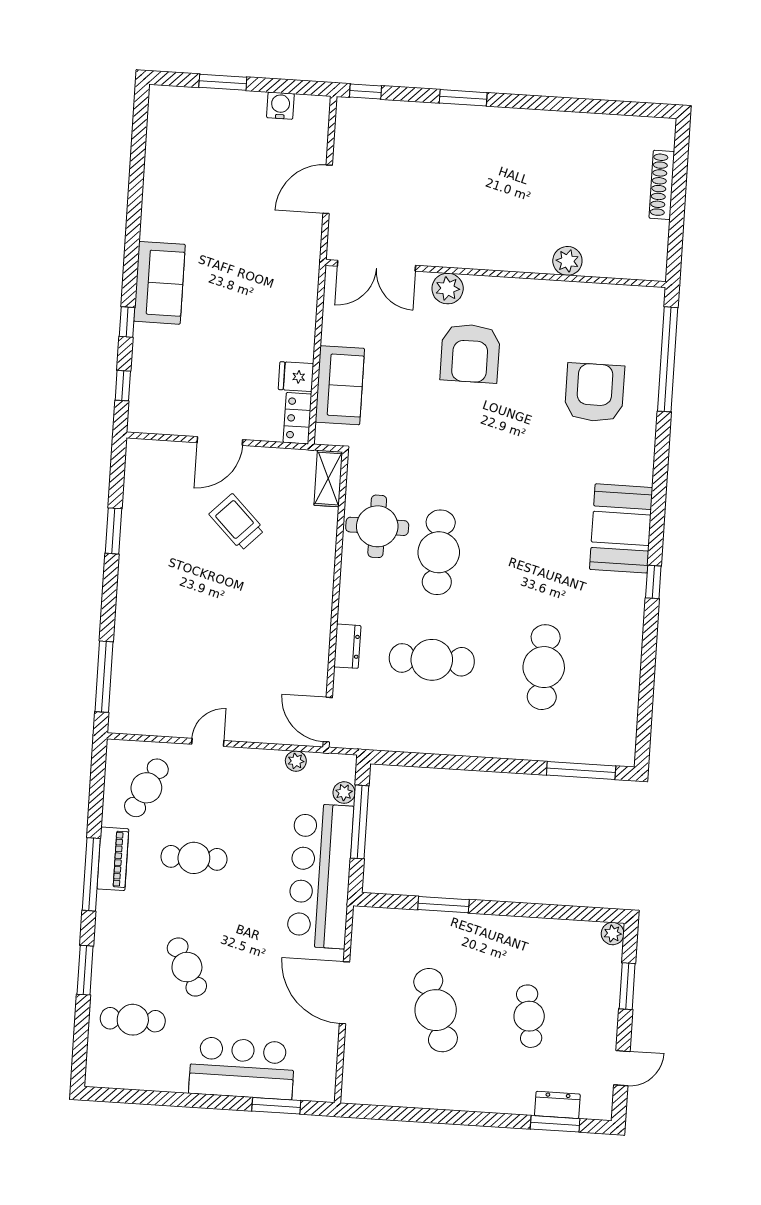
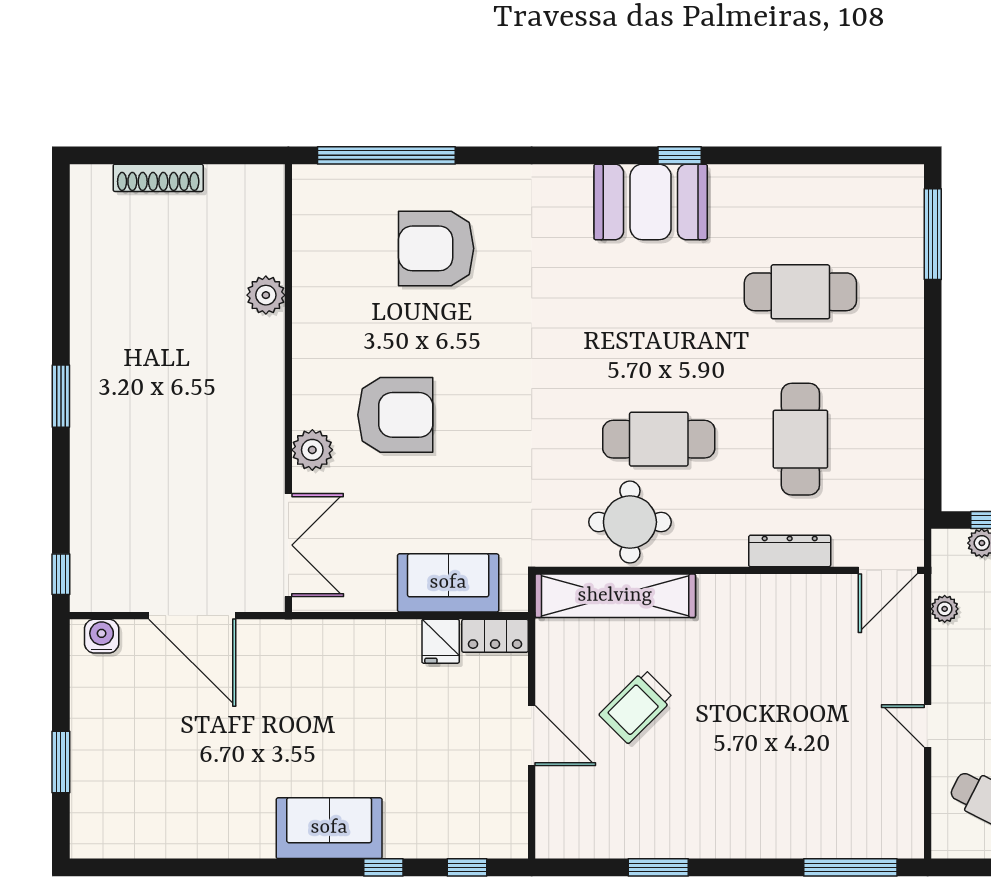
window: (463, 98) -> (61, 396), moved
water cooler: (280, 106) -> (102, 636), moved, turned 90
door: (328, 189) -> (192, 616), width x1.36
shelving: (328, 479) -> (615, 596), width x2.20, depth x1.33
booth: (621, 528) -> (651, 202), moved
dresser: (347, 646) -> (790, 551), width x1.44

